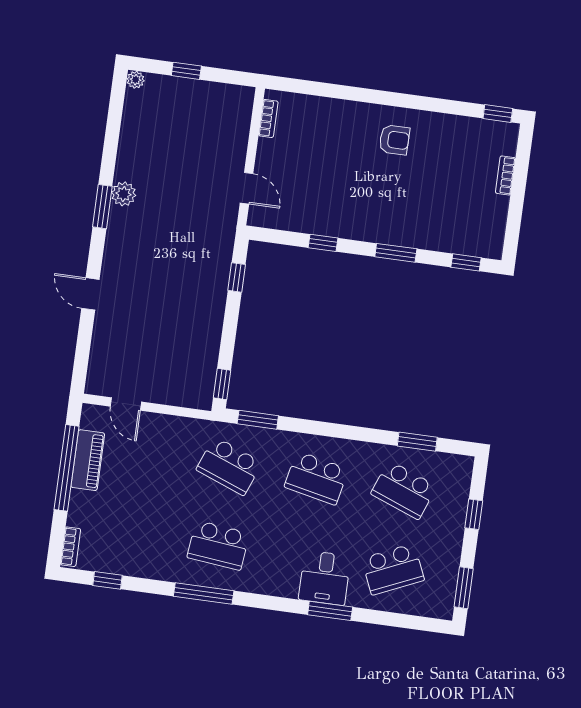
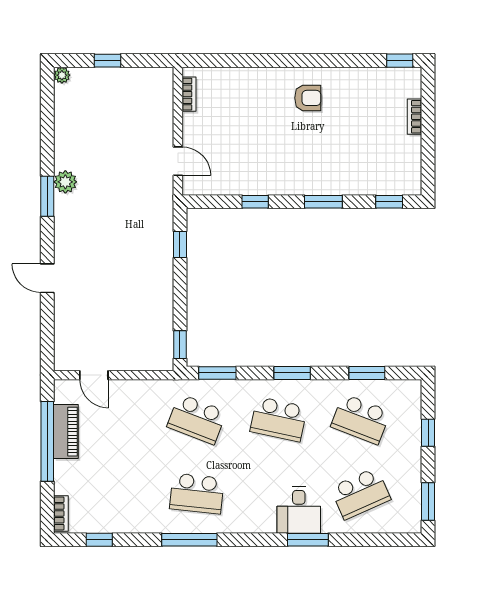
window: (338, 431) -> (292, 373), added

